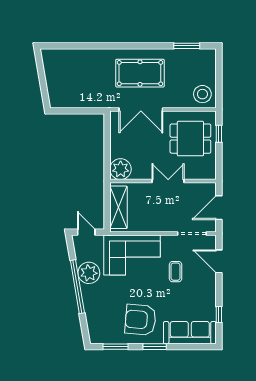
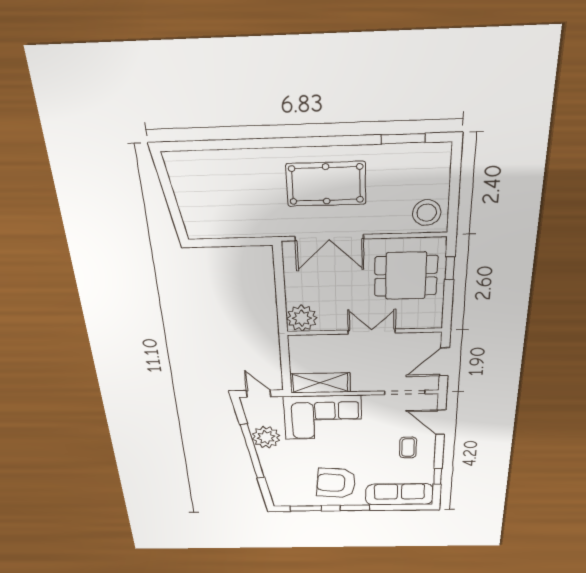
shelving: (118, 207) -> (320, 383), moved, turned 90
coffee table: (176, 272) -> (408, 448), moved

